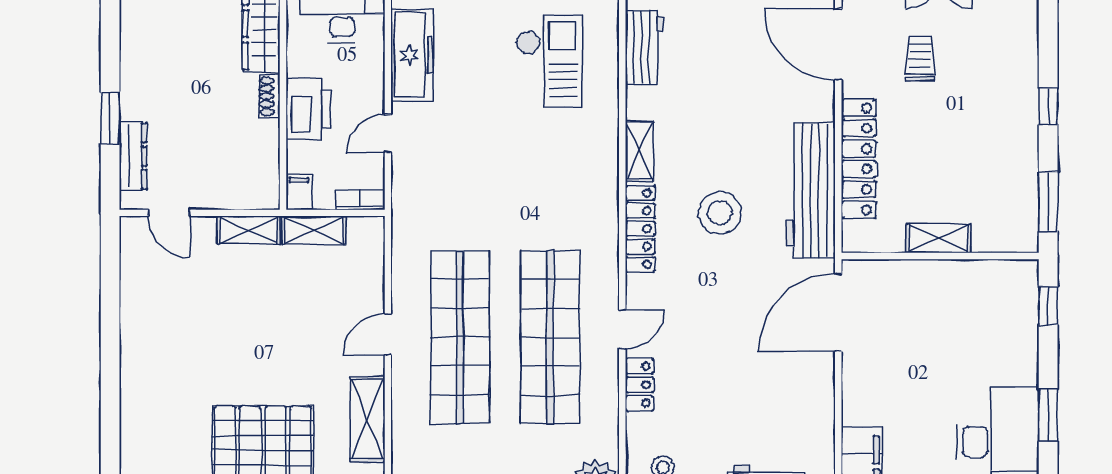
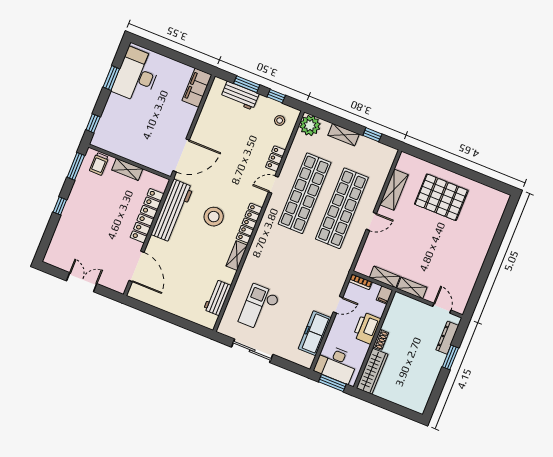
trolley: (920, 59) -> (99, 164), moved

